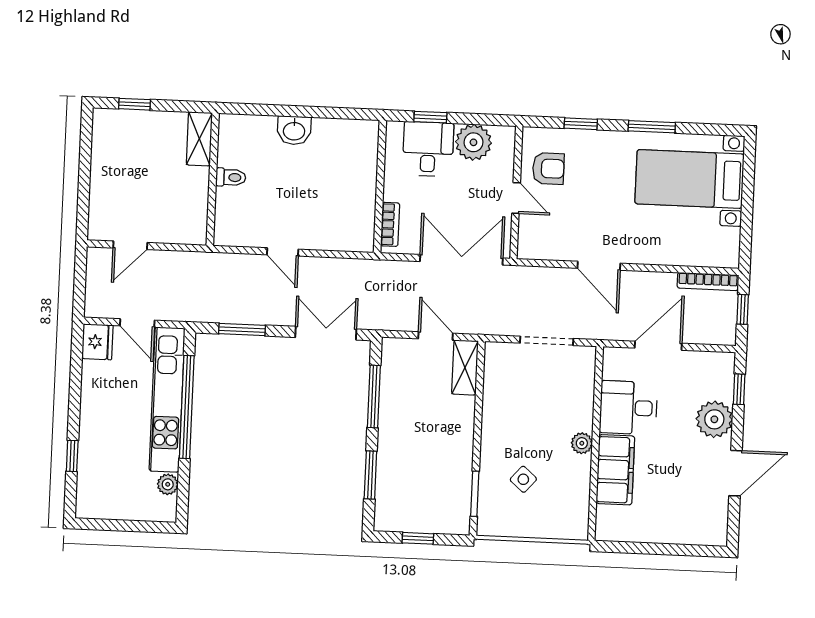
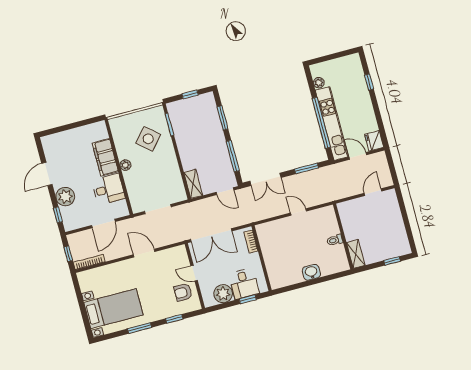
door: (436, 336) -> (225, 191), moved
side table: (523, 479) -> (148, 139), width x1.87, depth x1.87

